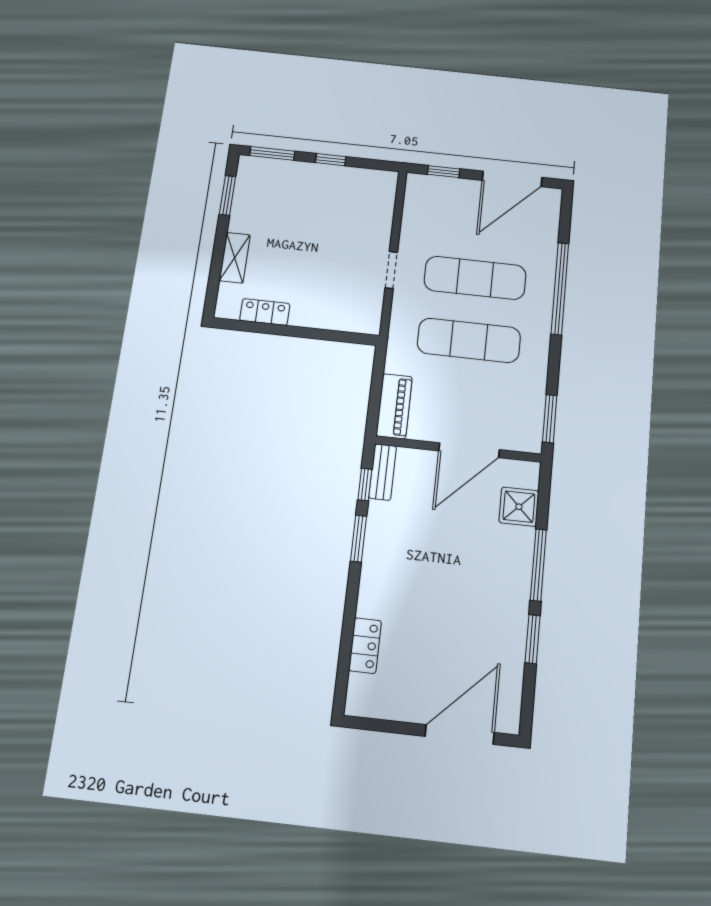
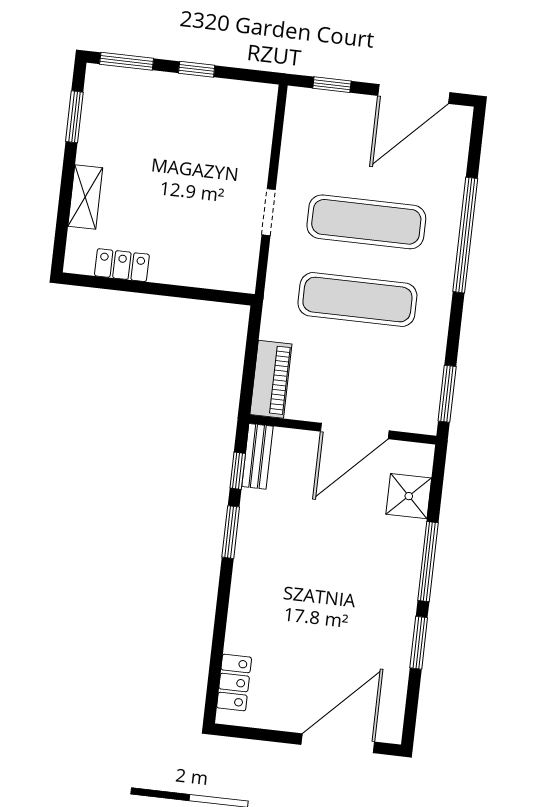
locker: (365, 646) -> (234, 682), moved

